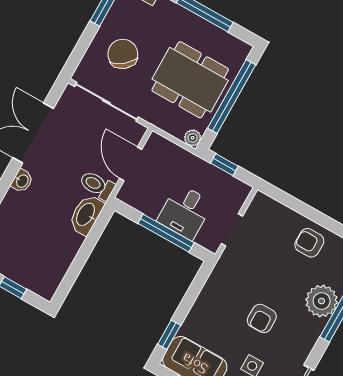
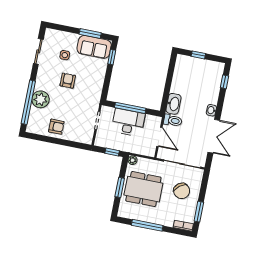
window: (232, 97) -> (120, 187), width x0.47
desk: (185, 212) -> (128, 122), width x1.37

